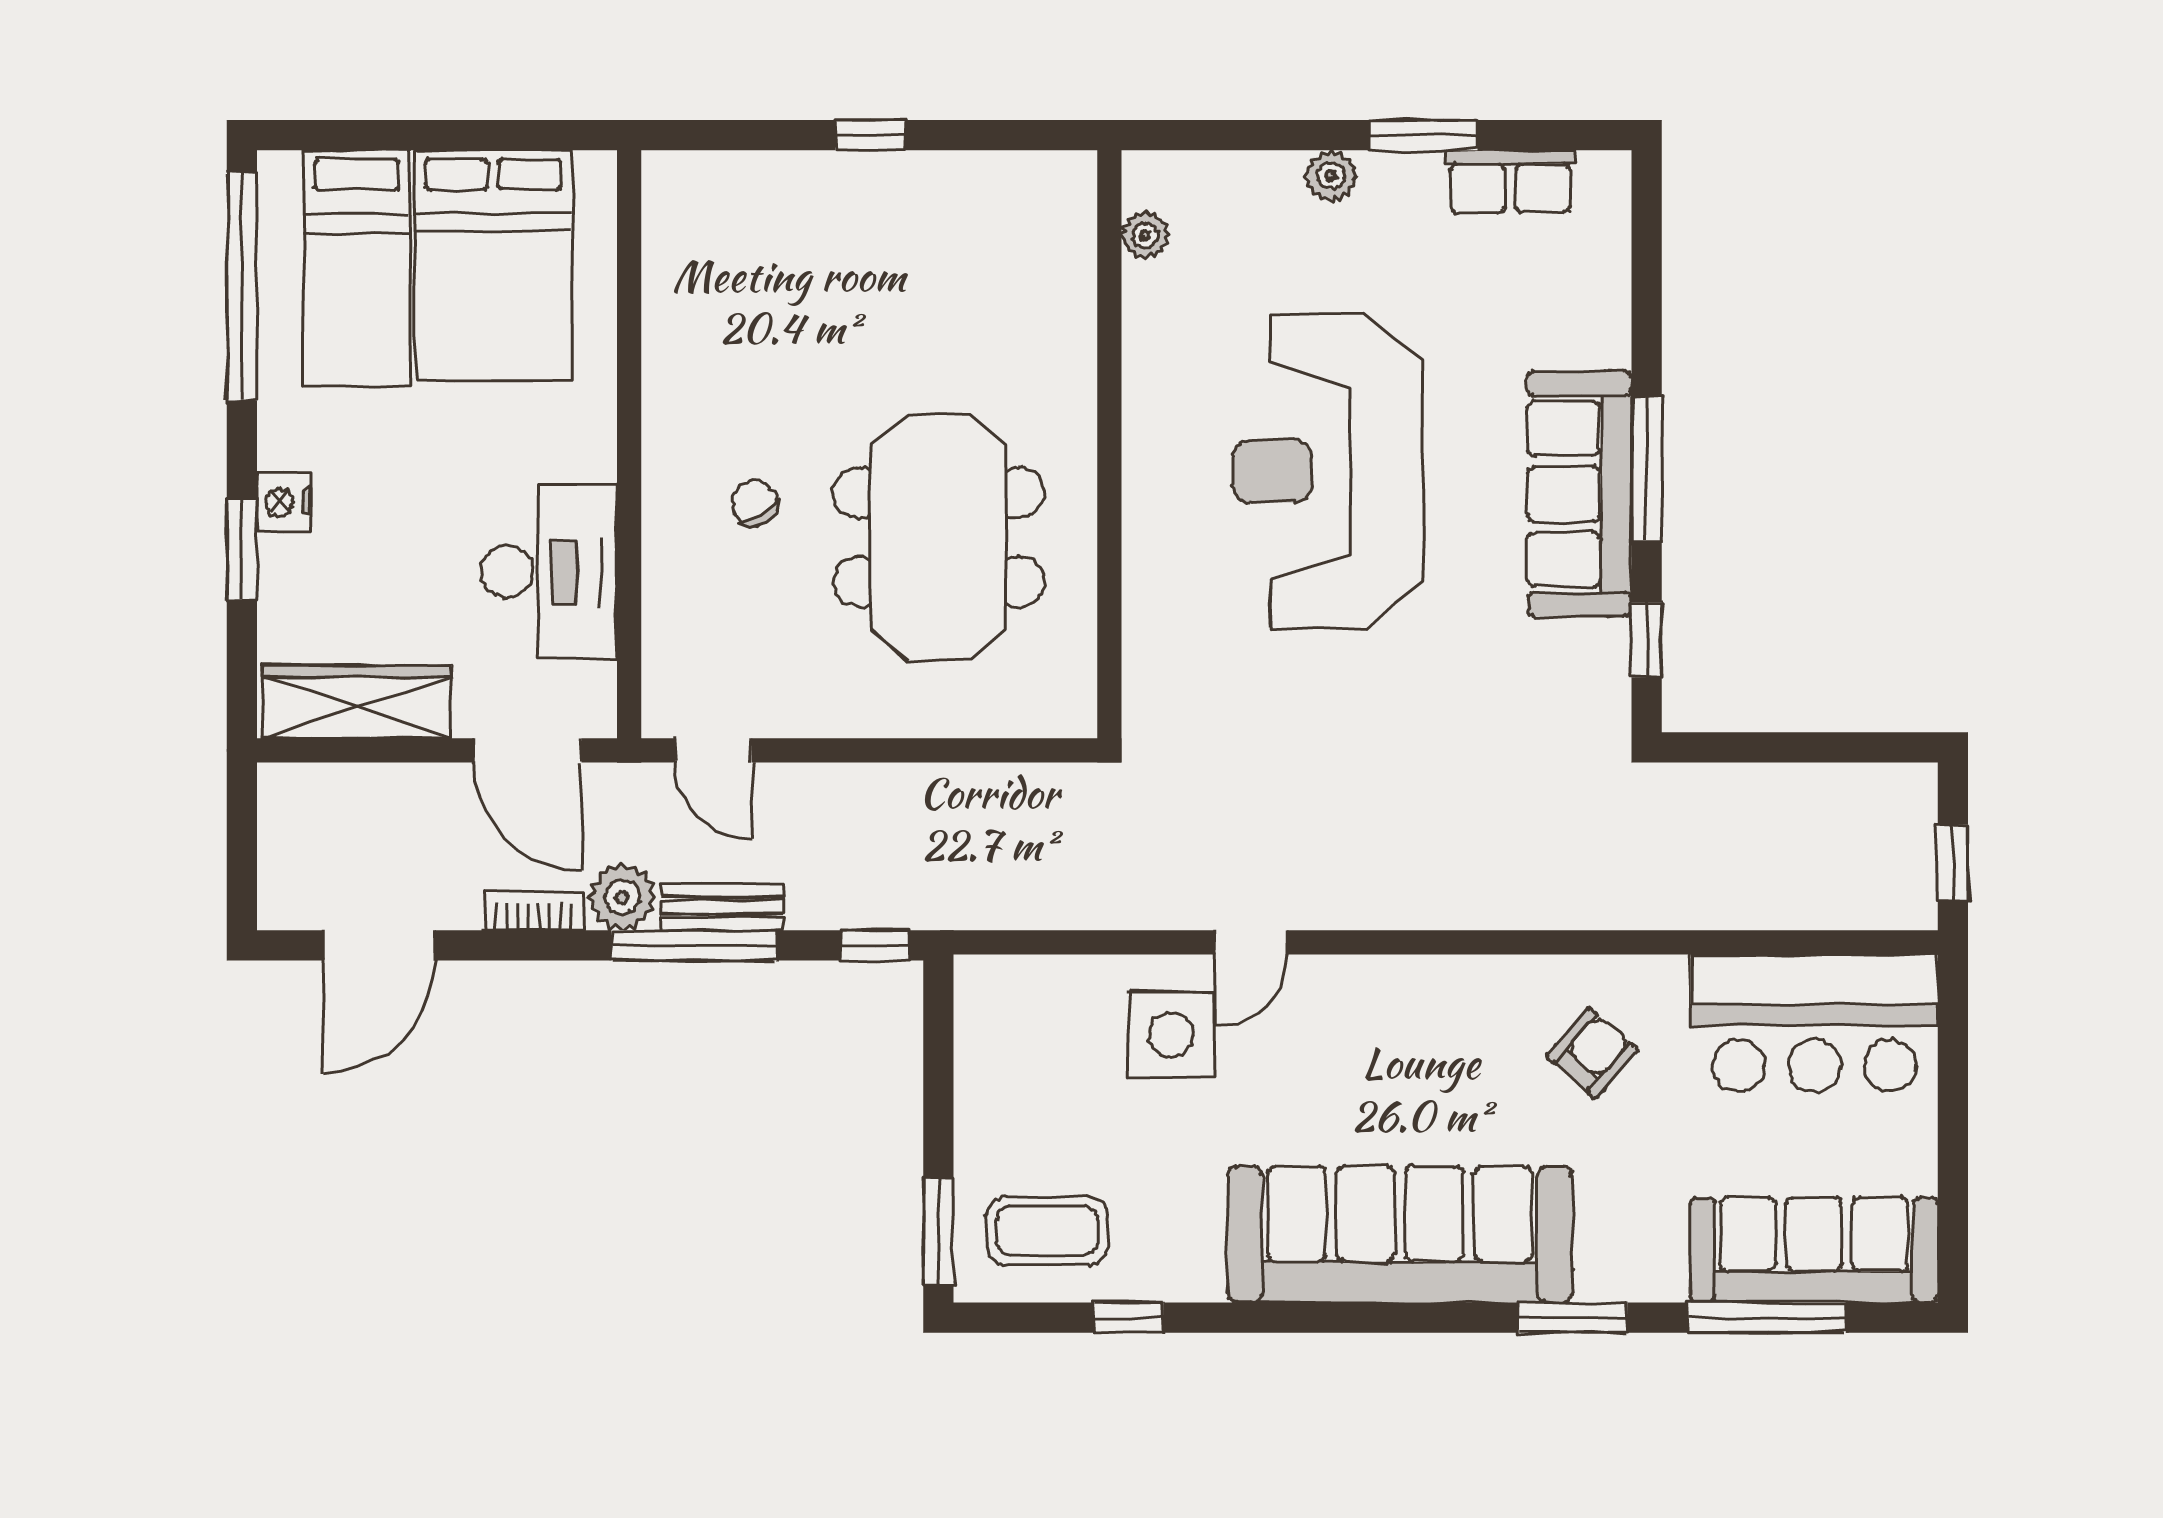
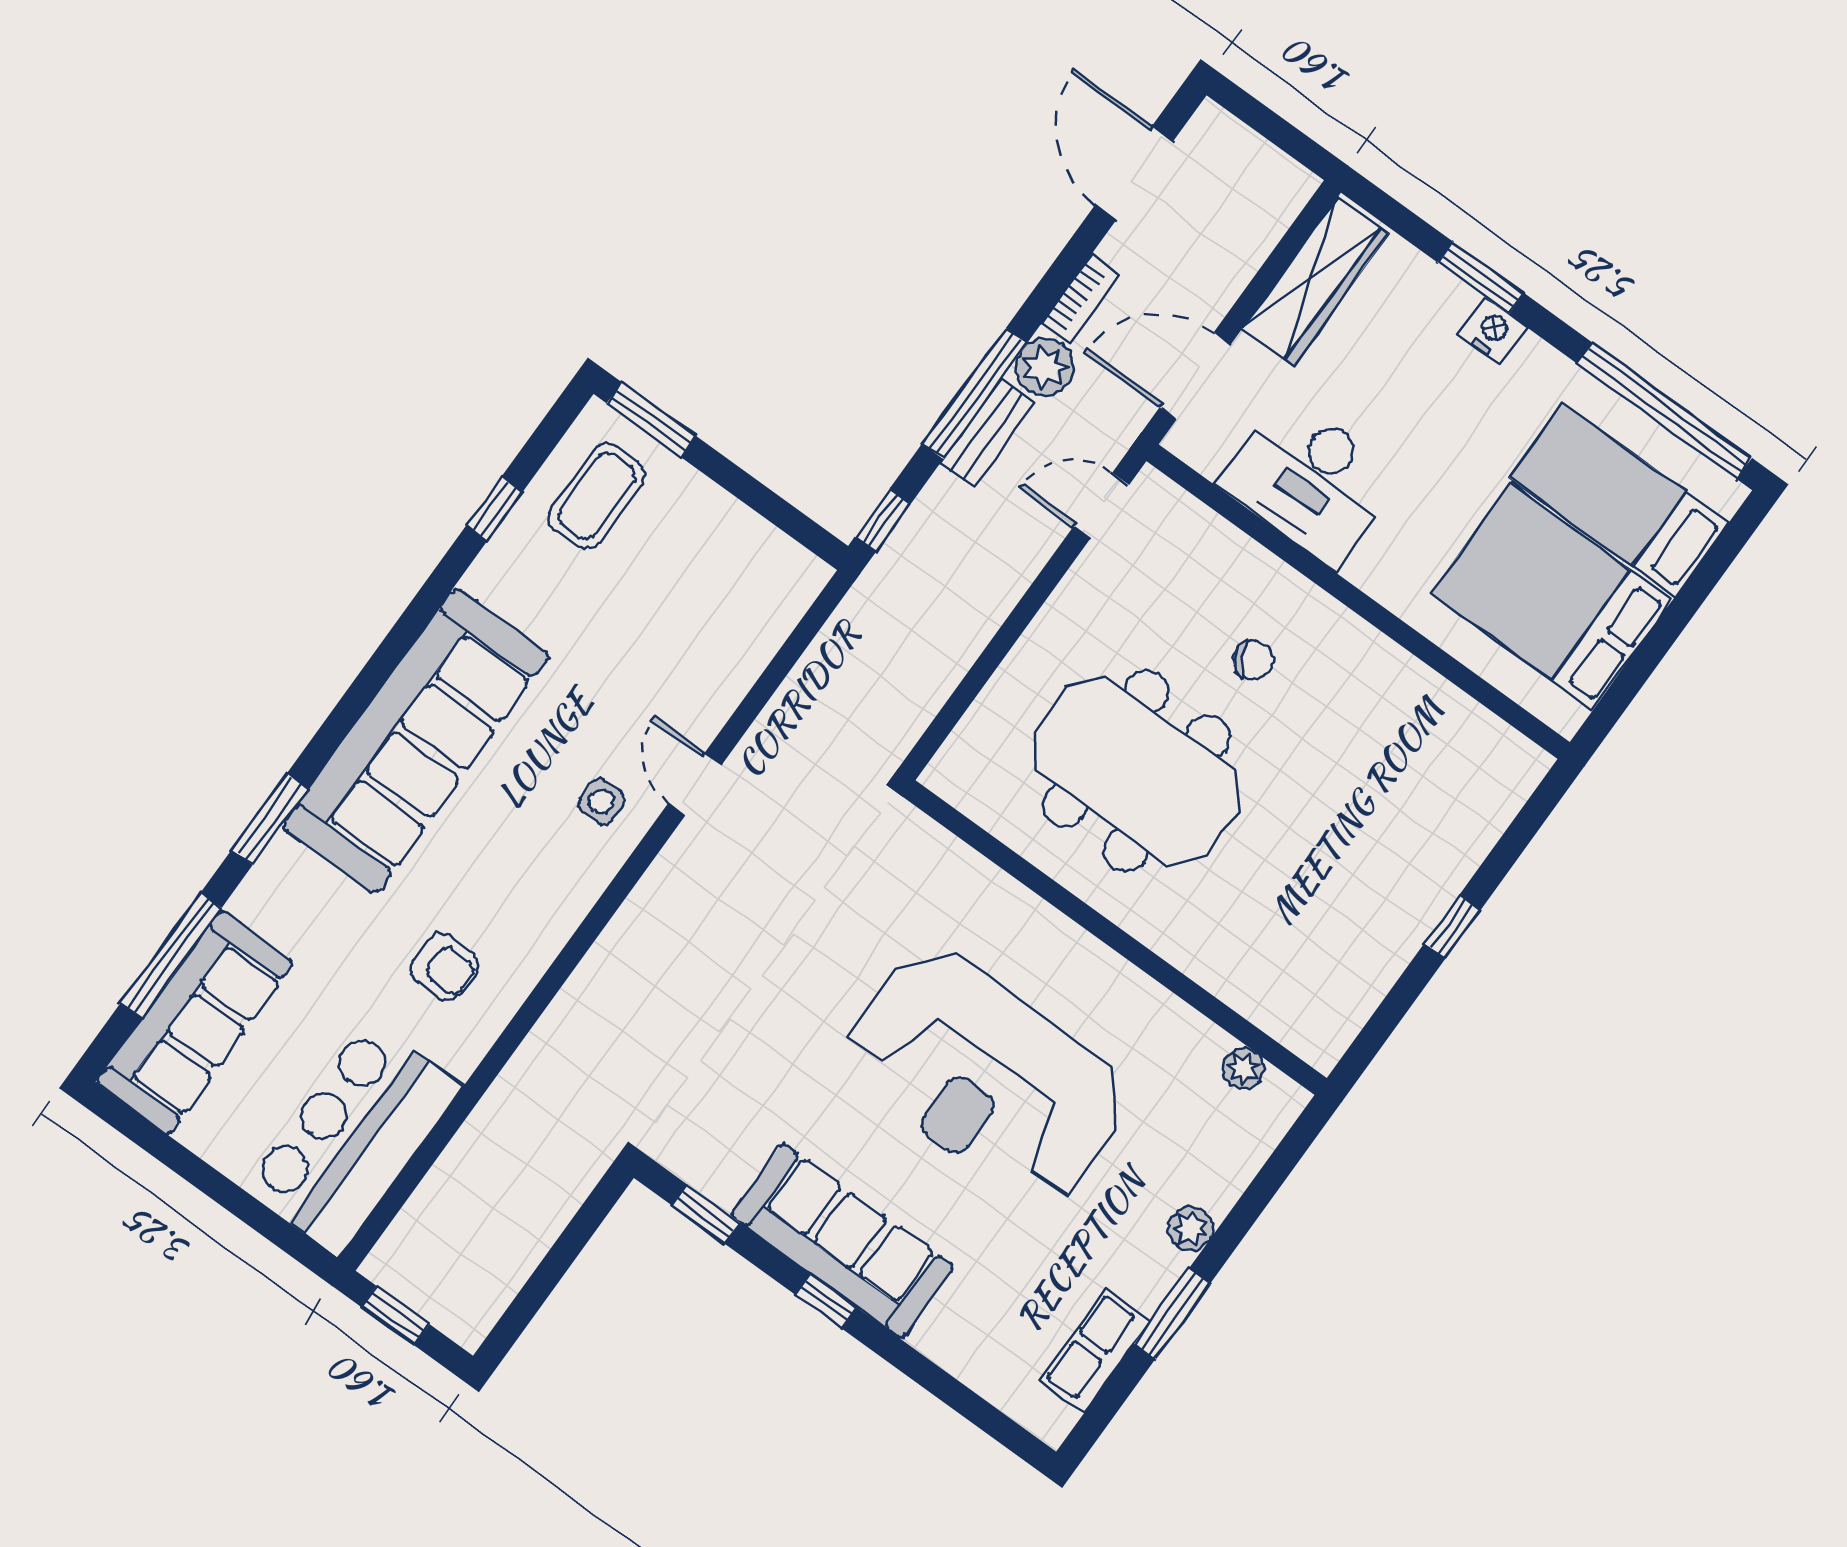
window: (1647, 469) -> (826, 1301), width x0.46
reception desk: (1327, 471) -> (986, 1076), turned 180
side table: (1171, 1035) -> (602, 801), moved, width x0.54, depth x0.54
armchair: (1592, 1053) -> (445, 967), turned -41

